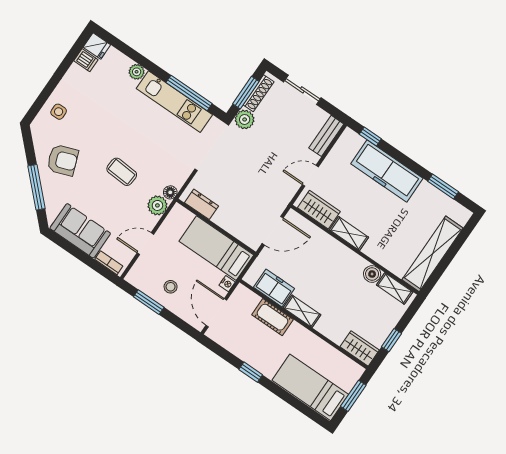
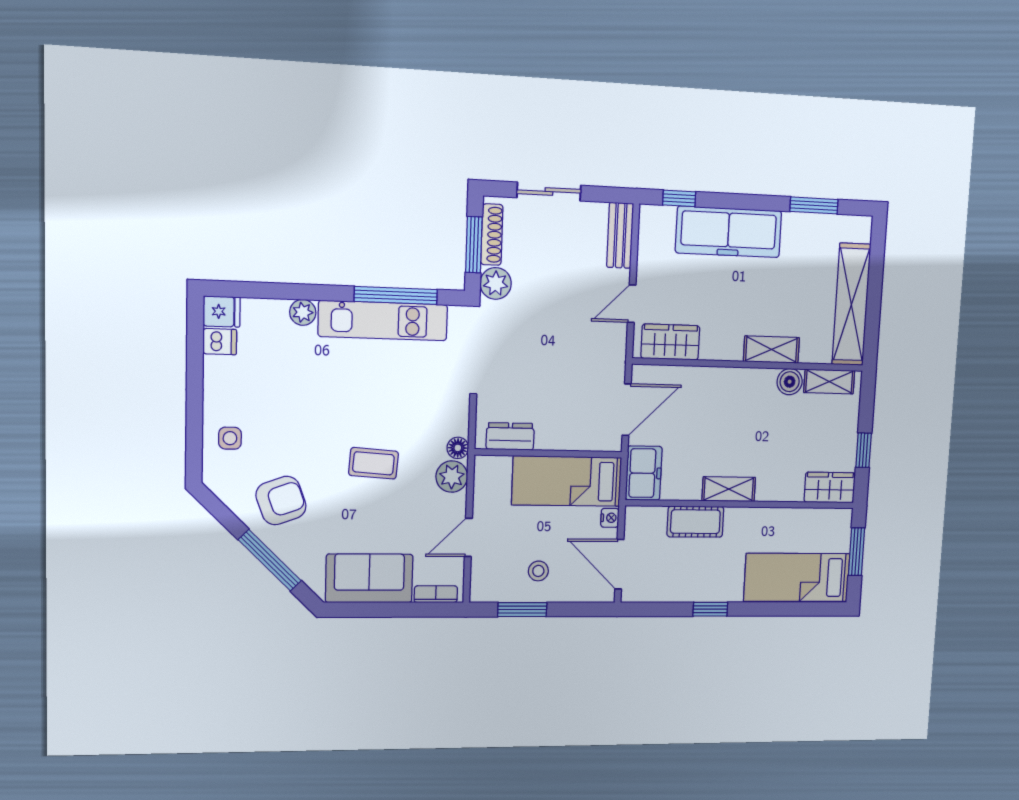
shelving: (349, 234) -> (771, 350), moved
freezer: (274, 288) -> (644, 473), moved, turned 90

